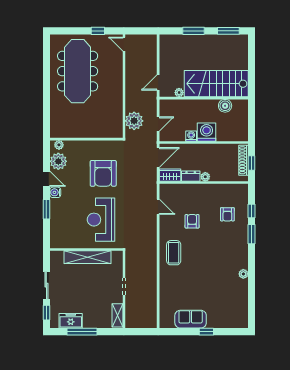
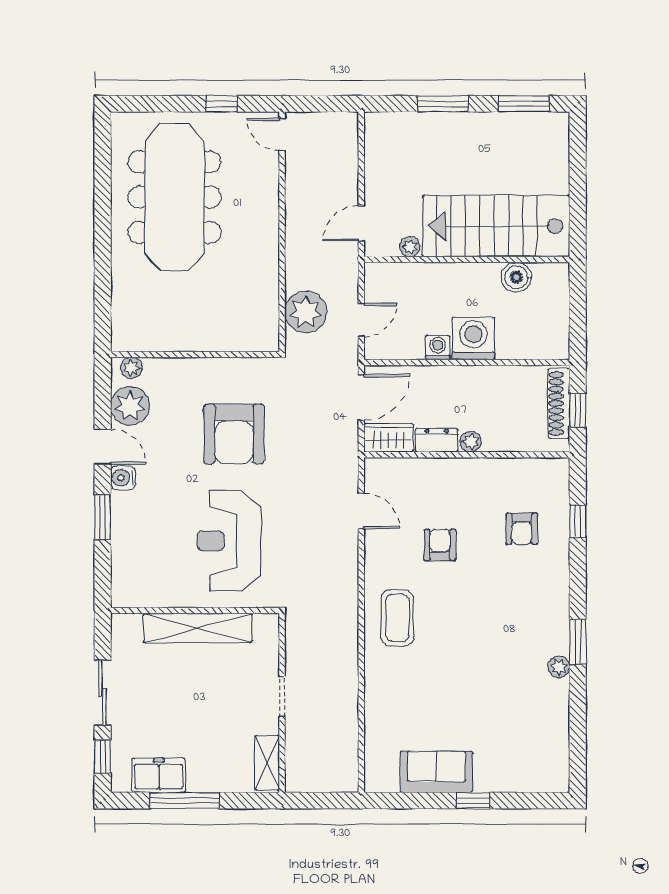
window: (252, 234) -> (578, 642), moved

